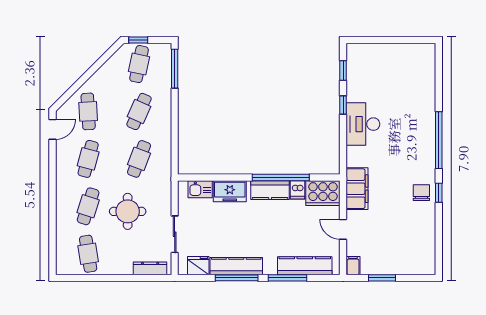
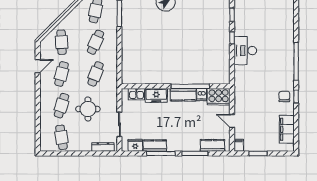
door: (53, 129) -> (38, 66), moved
filing cabinet: (357, 189) -> (287, 129), moved, turned 180
kitchen counter: (236, 266) -> (155, 146), width x0.67
kitchen counter: (305, 266) -> (213, 145), width x0.67

